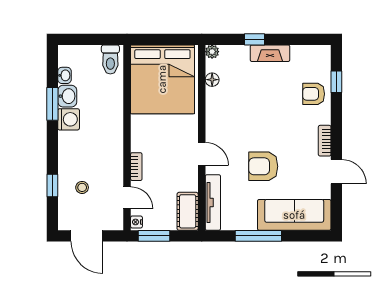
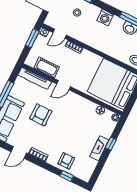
washing machine: (69, 119) -> (105, 17), moved
cot: (188, 211) -> (47, 68), moved

